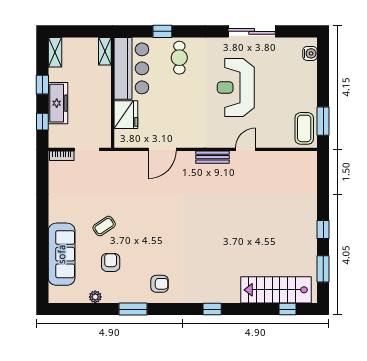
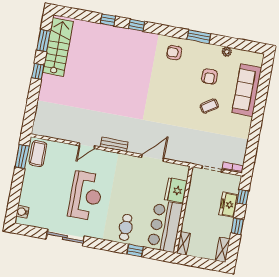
freezer: (58, 103) -> (229, 205), width x0.71
stairs: (276, 290) -> (58, 47), moved, turned -90
window: (288, 309) -> (108, 20), moved

